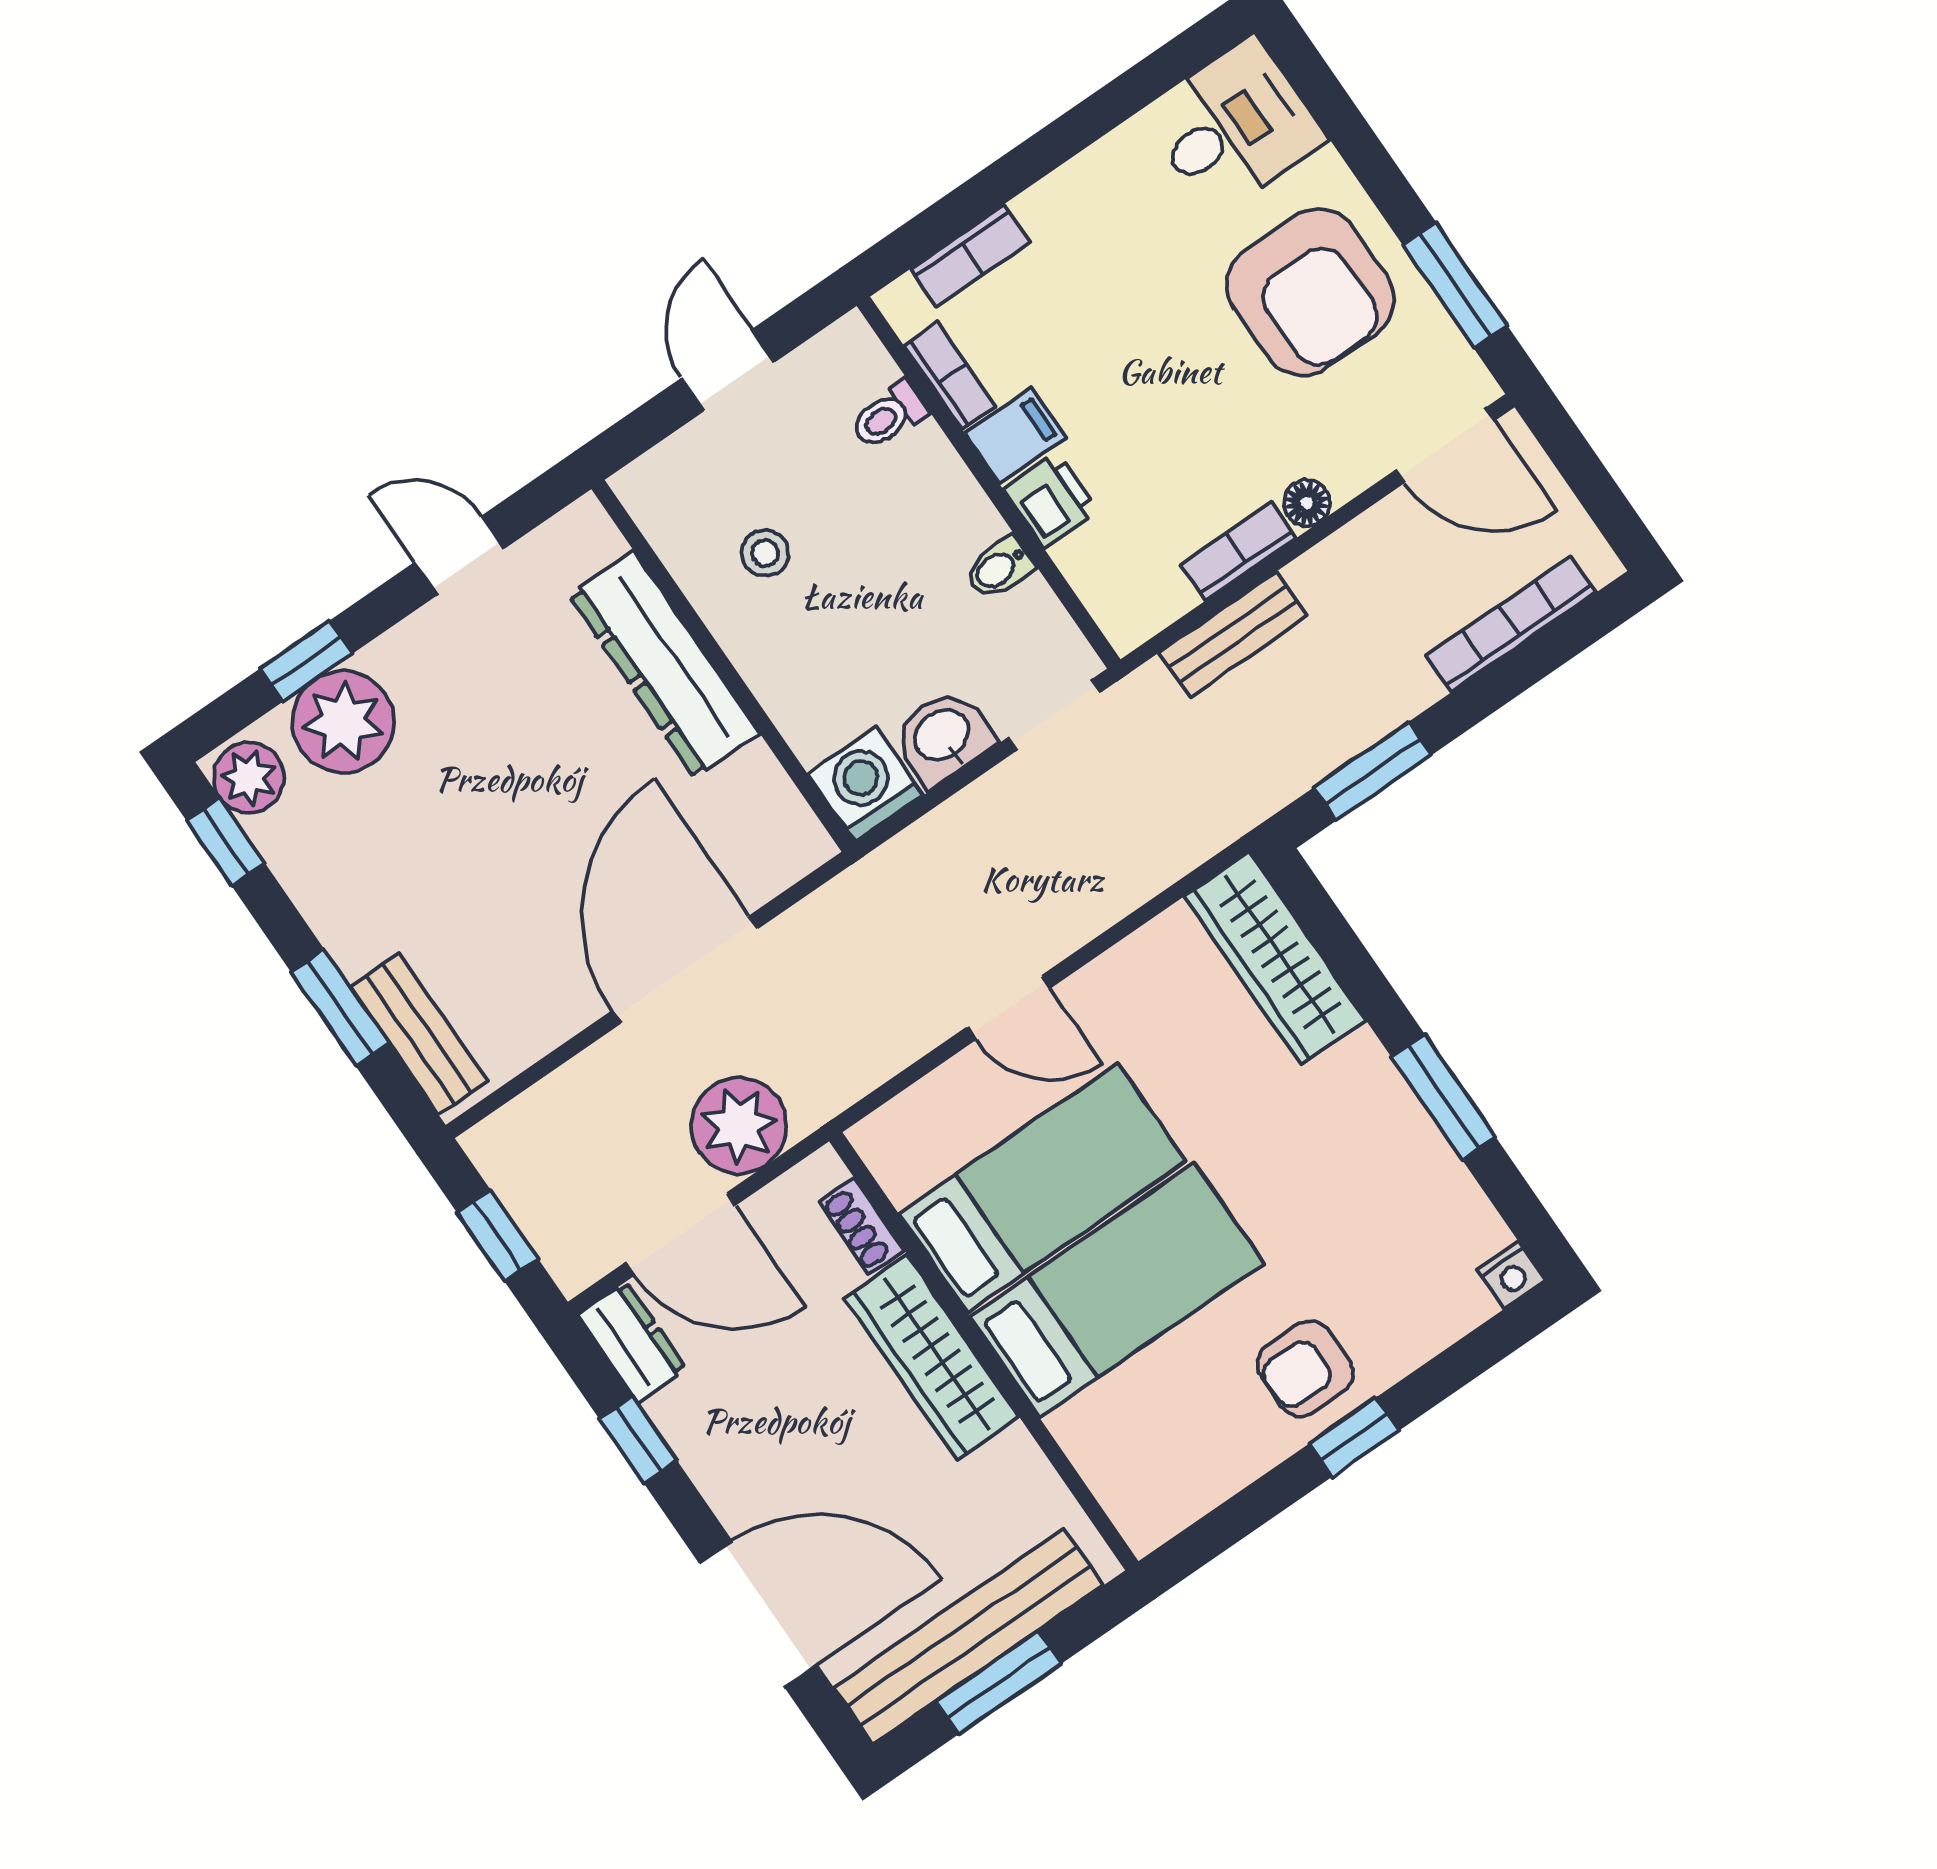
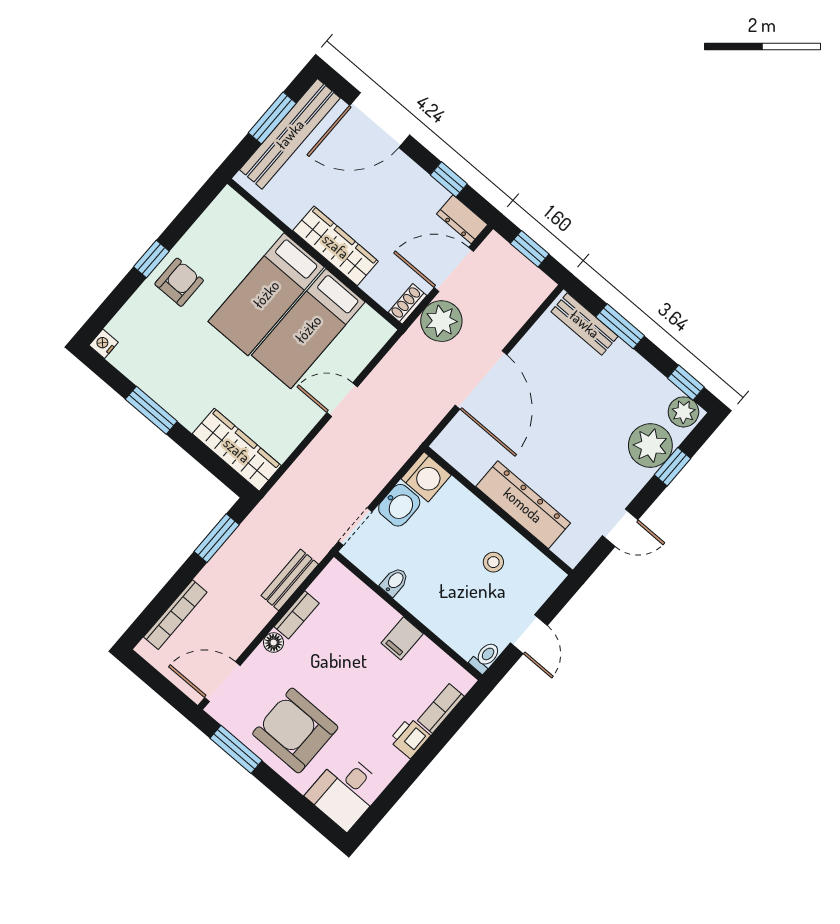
bookcase: (949, 376) -> (436, 656), removed
toilet: (889, 415) -> (485, 657), moved
printer: (1051, 500) -> (410, 738), moved, turned 90
shoe rack: (861, 1226) -> (408, 304), moved, turned -90

